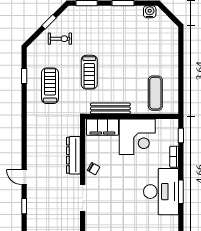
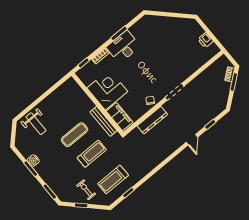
water cooler: (150, 12) -> (33, 161), moved
weight bench: (161, 43) -> (36, 124), added
treadmill: (50, 86) -> (113, 179), moved
exercise mat: (155, 93) -> (75, 135), moved
desk: (161, 192) -> (123, 47), width x0.73, depth x0.77

